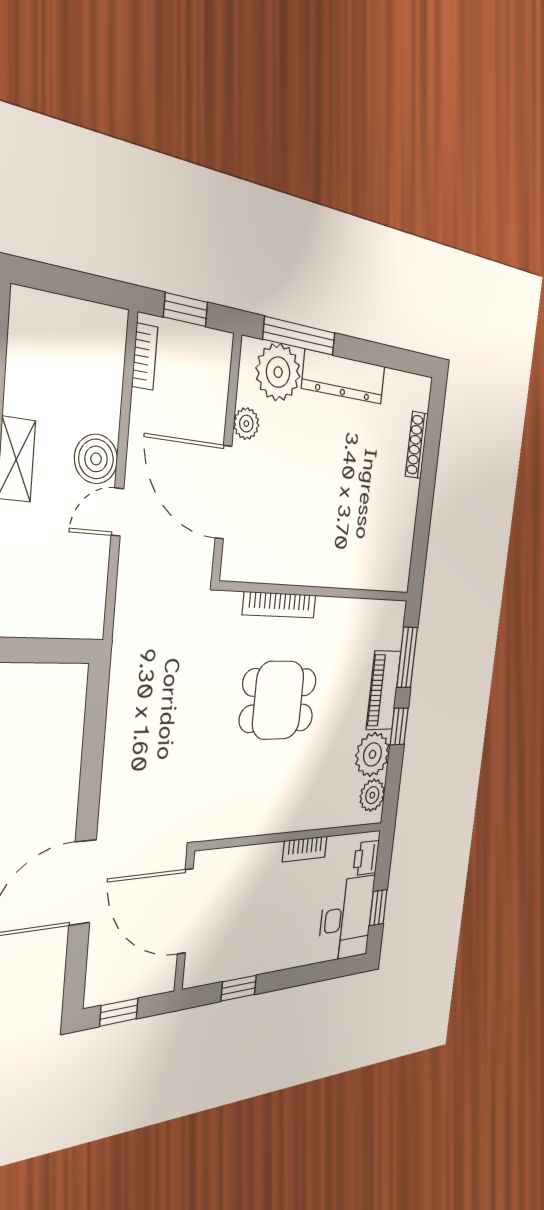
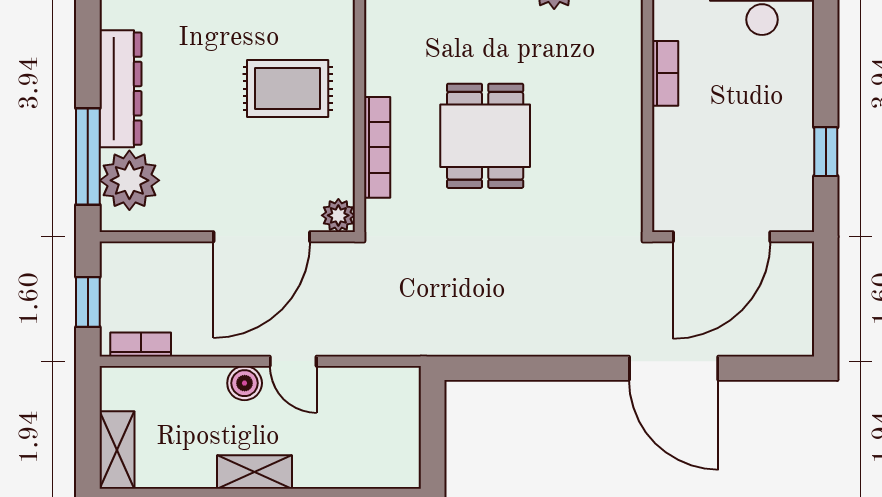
shelving: (48, 311) -> (117, 450), added
plant: (246, 424) -> (338, 215), moved
boiler: (96, 459) -> (245, 383), width x0.73, depth x0.73
rug: (328, 528) -> (288, 89), added
window: (119, 1012) -> (826, 311), removed

